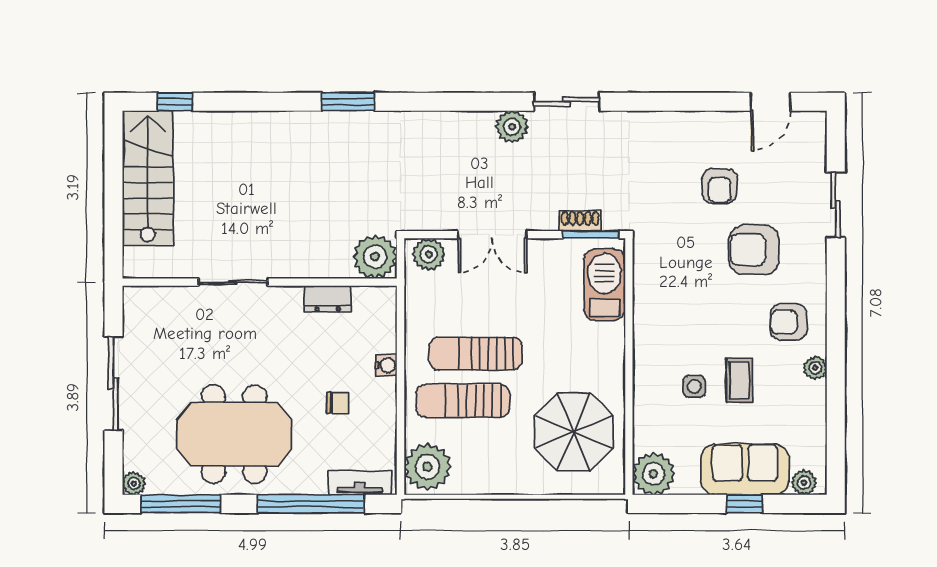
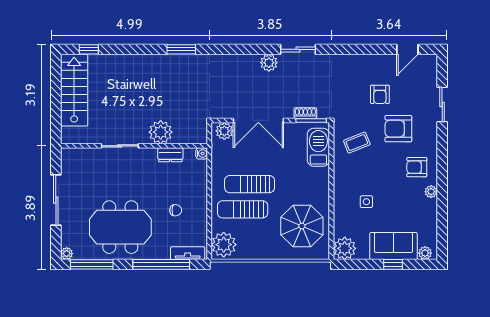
double door: (492, 235) -> (258, 120), width x1.37
plant: (375, 257) -> (161, 132), moved
water cooler: (386, 365) -> (202, 153), moved
coffee table: (739, 380) -> (357, 143), moved, turned 68

